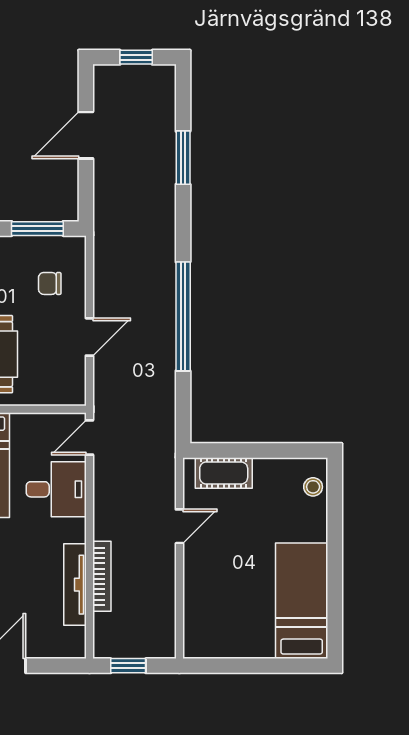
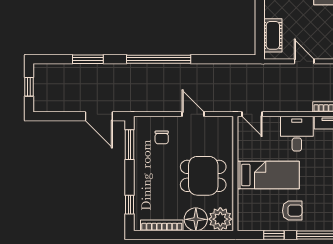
door: (86, 135) -> (99, 116), moved
window: (183, 316) -> (159, 59), moved
desk: (56, 489) -> (297, 134), moved

